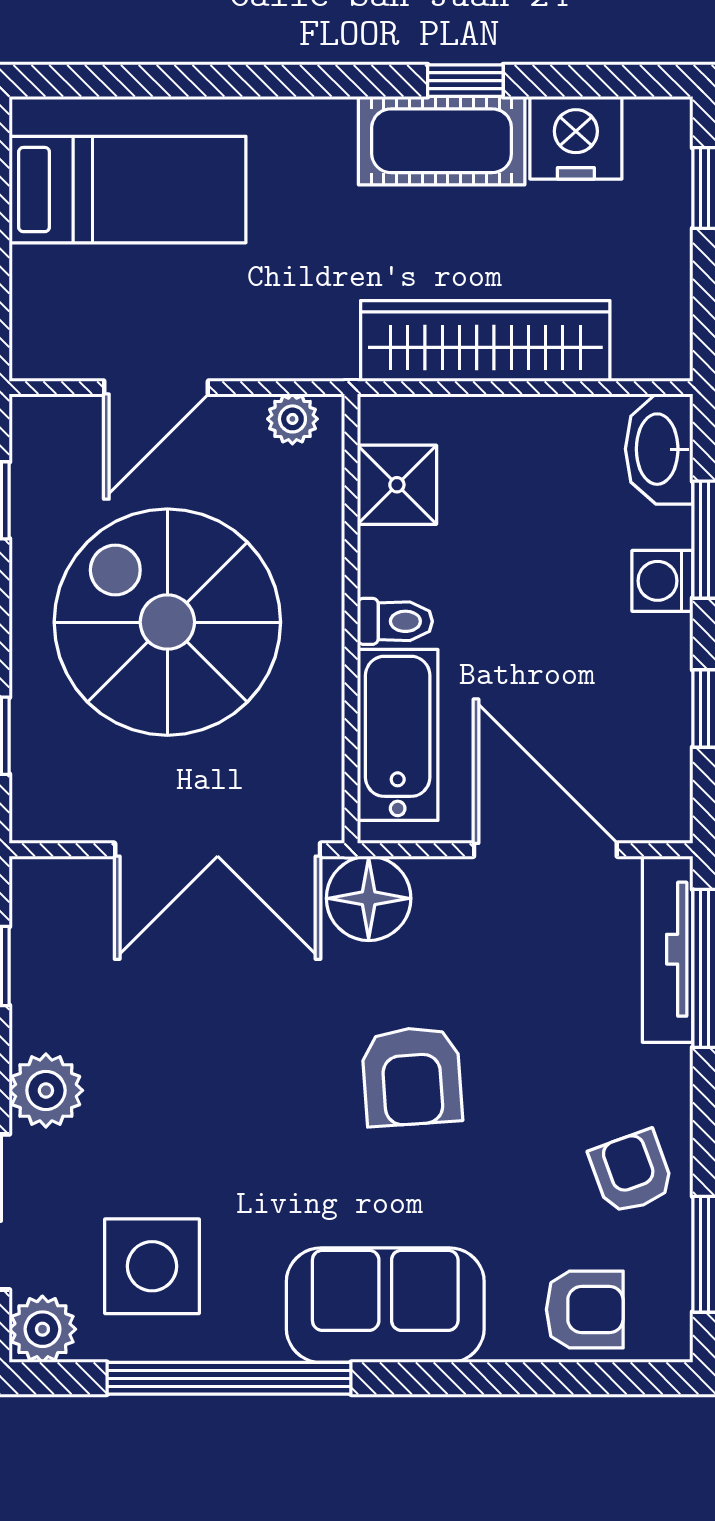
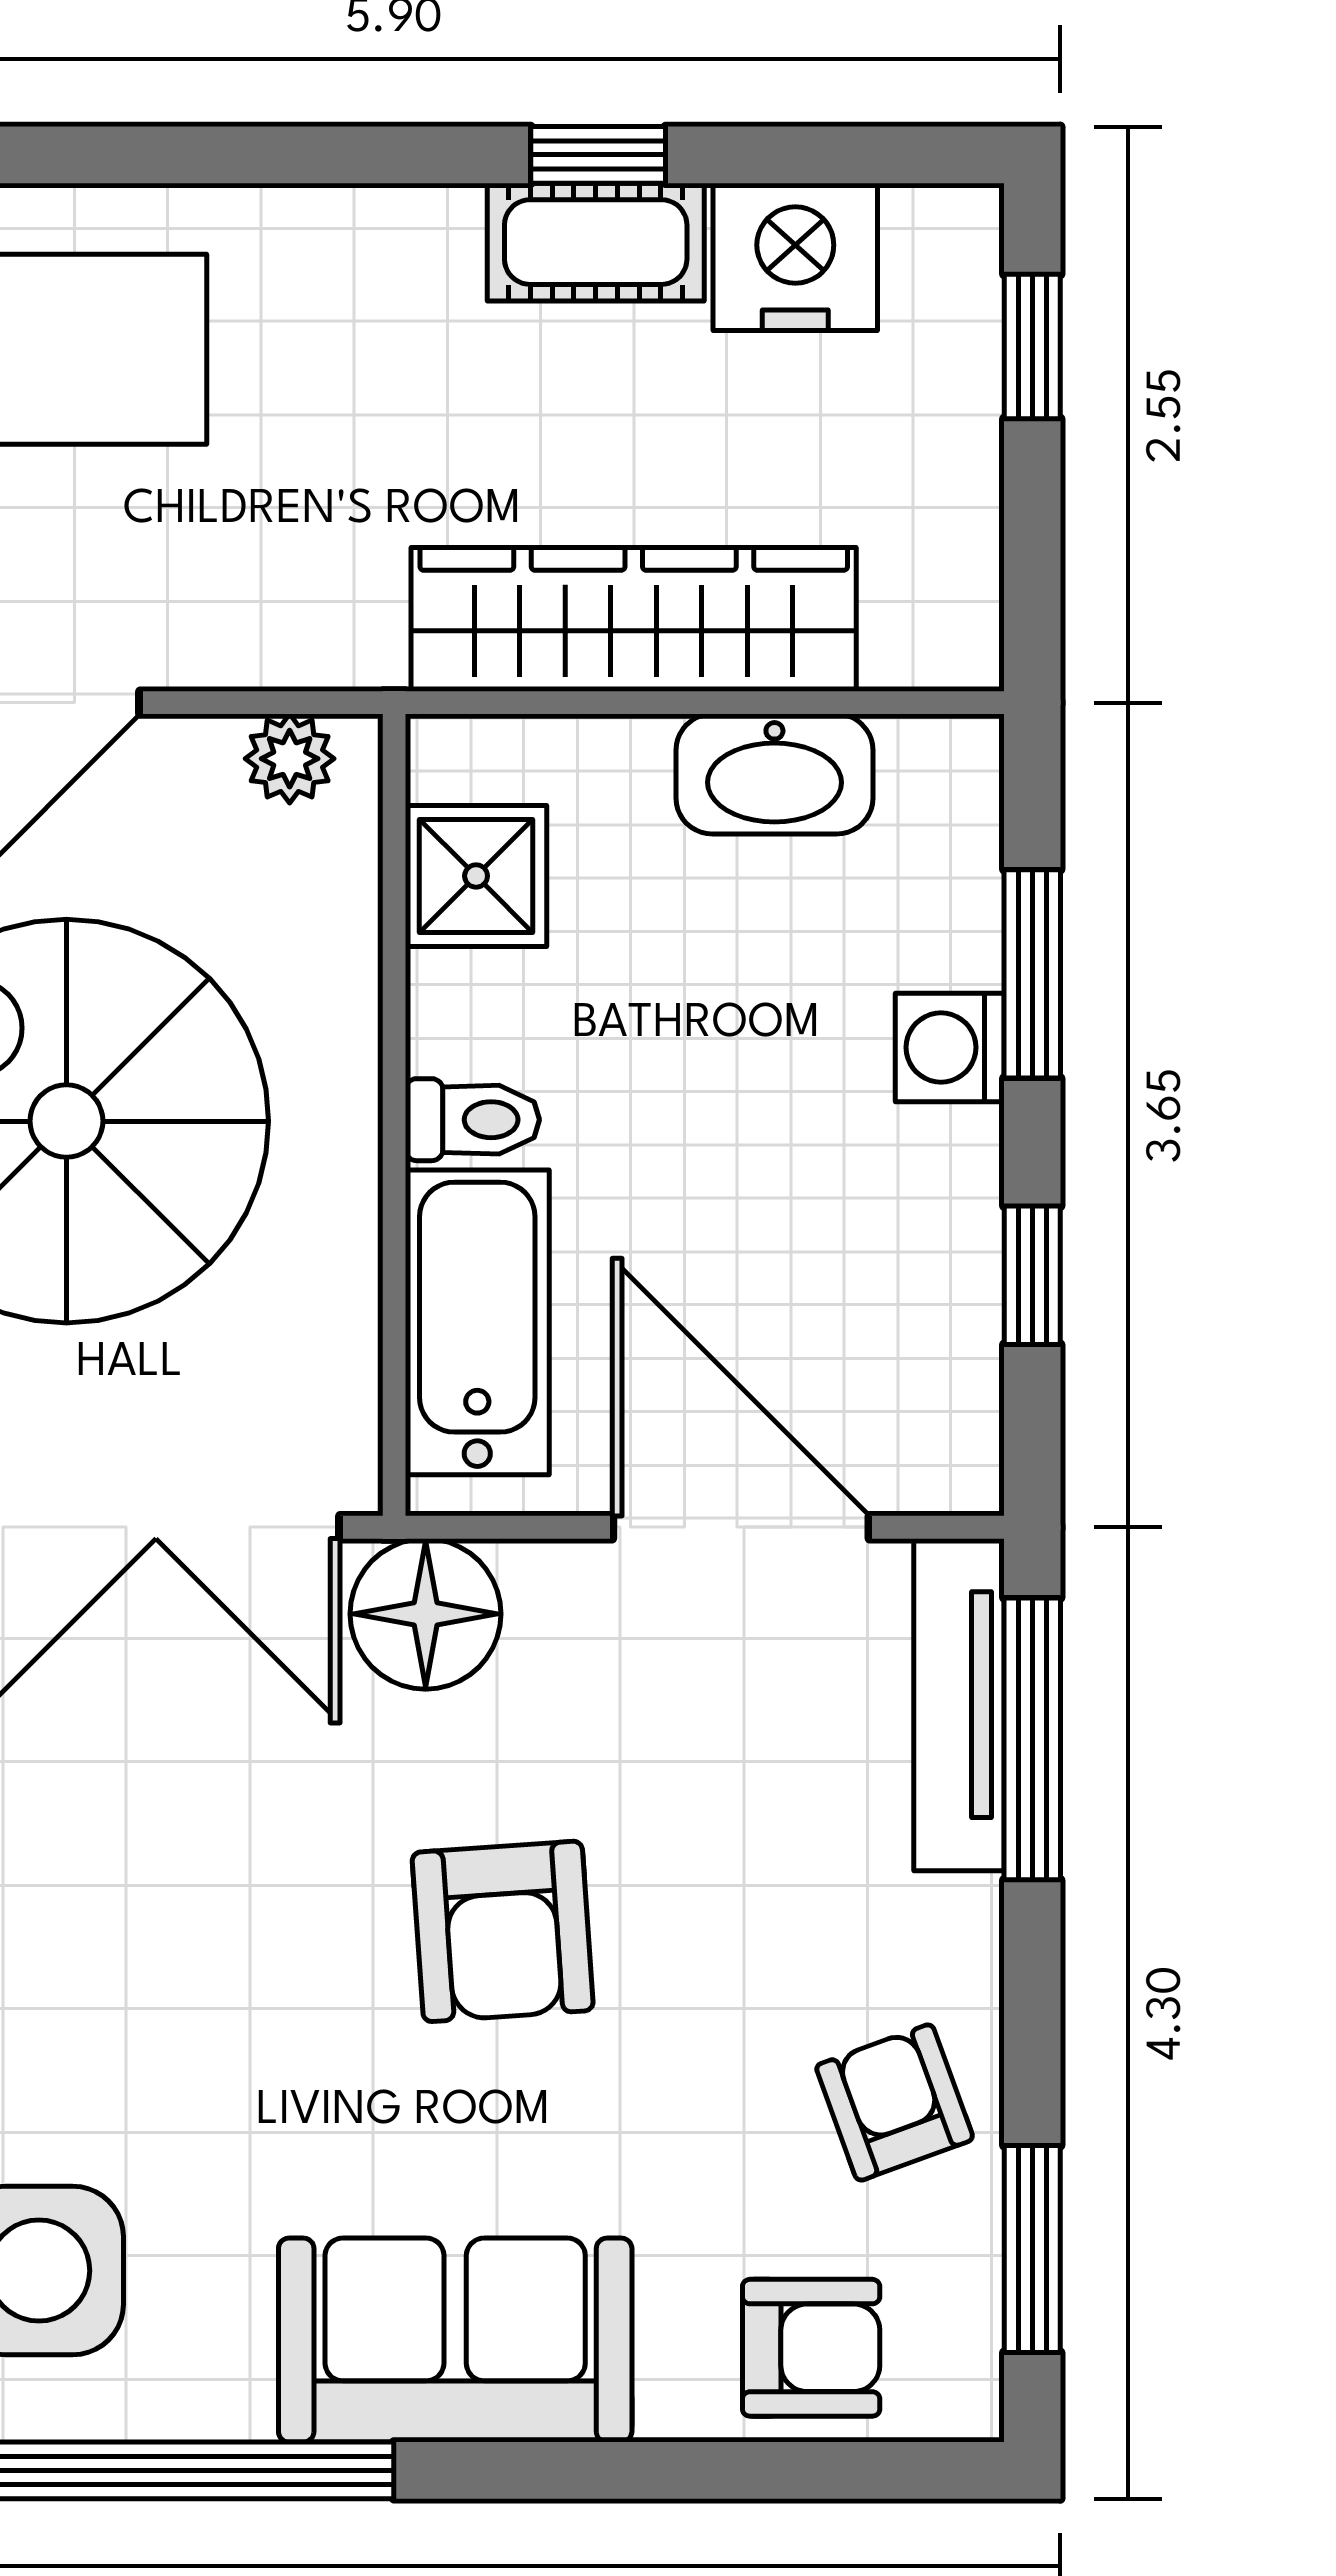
cot: (442, 141) -> (596, 242), width x0.73, depth x0.75
washbasin: (659, 449) -> (774, 774), moved, turned -90

